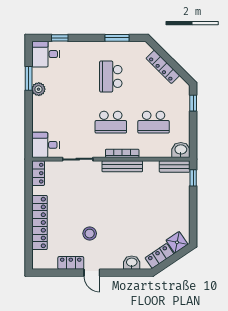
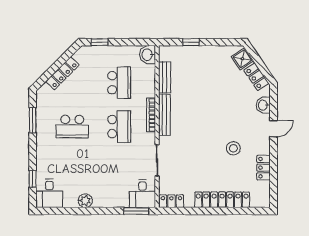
window: (29, 78) -> (136, 211), moved
bench: (175, 166) -> (165, 77), moved
window: (193, 178) -> (191, 42), moved
door: (92, 273) -> (273, 129), moved

